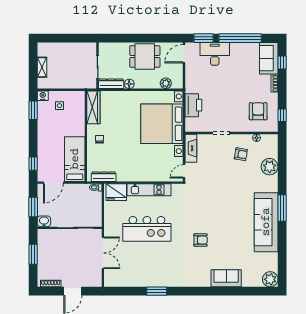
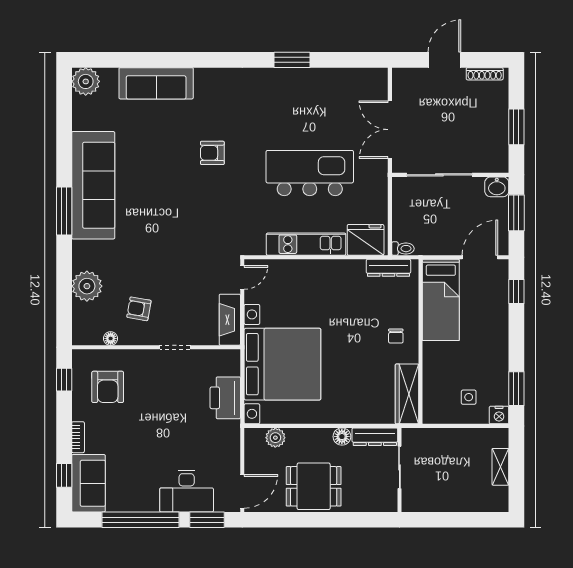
sofa: (226, 278) -> (156, 83), width x1.36

